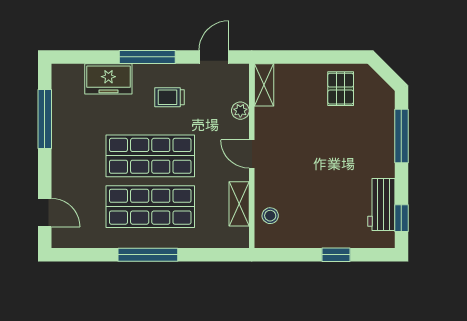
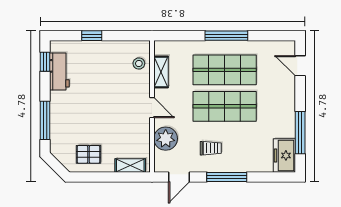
freezer: (108, 79) -> (284, 155), moved, turned -90
shelving: (264, 85) -> (130, 165), moved, turned 90
pallet: (341, 89) -> (88, 154), turned 90
plant: (240, 111) -> (166, 139), width x1.88, depth x1.88

